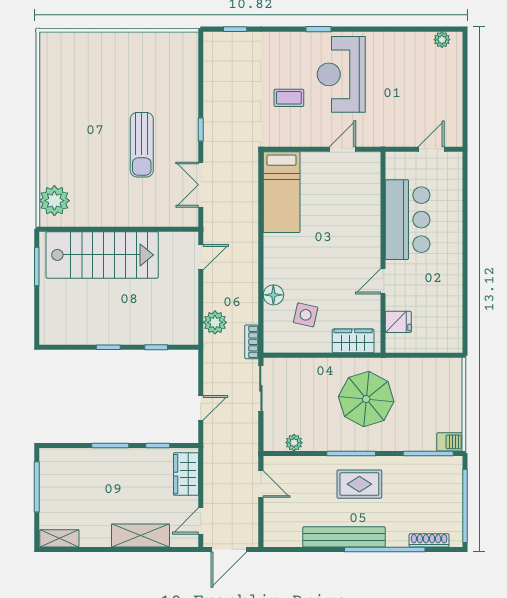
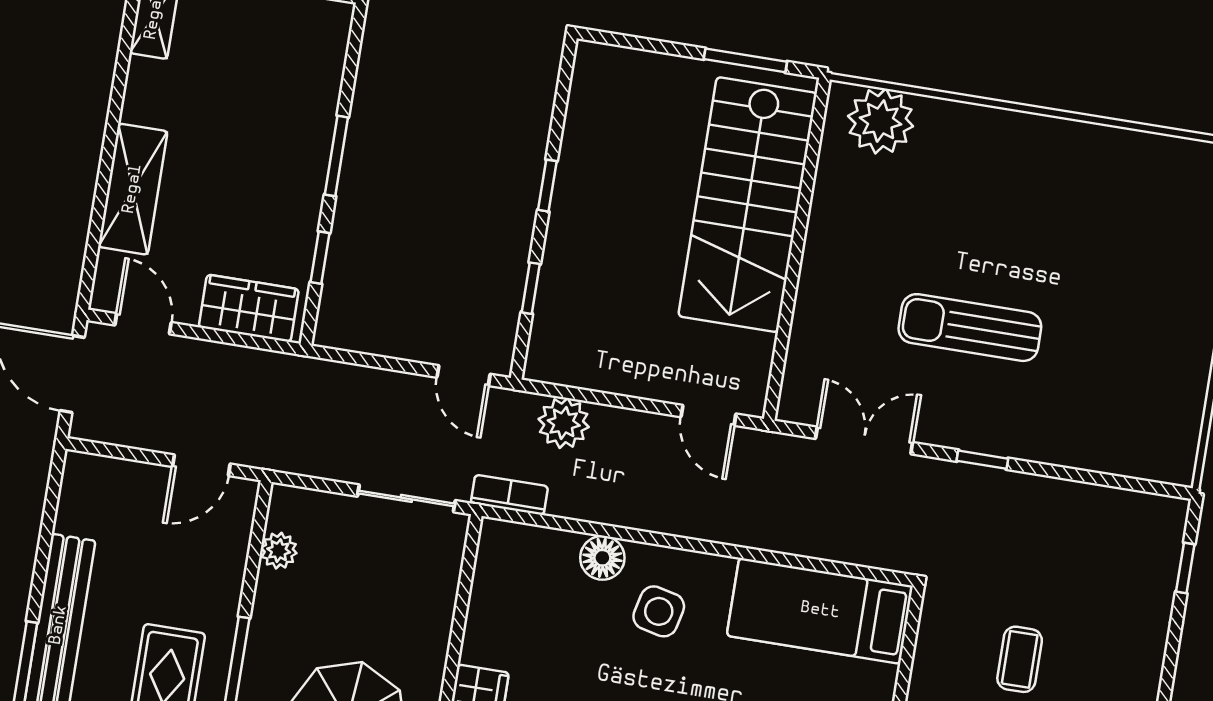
side table: (306, 315) -> (659, 611), moved
door: (201, 408) -> (464, 376), moved

